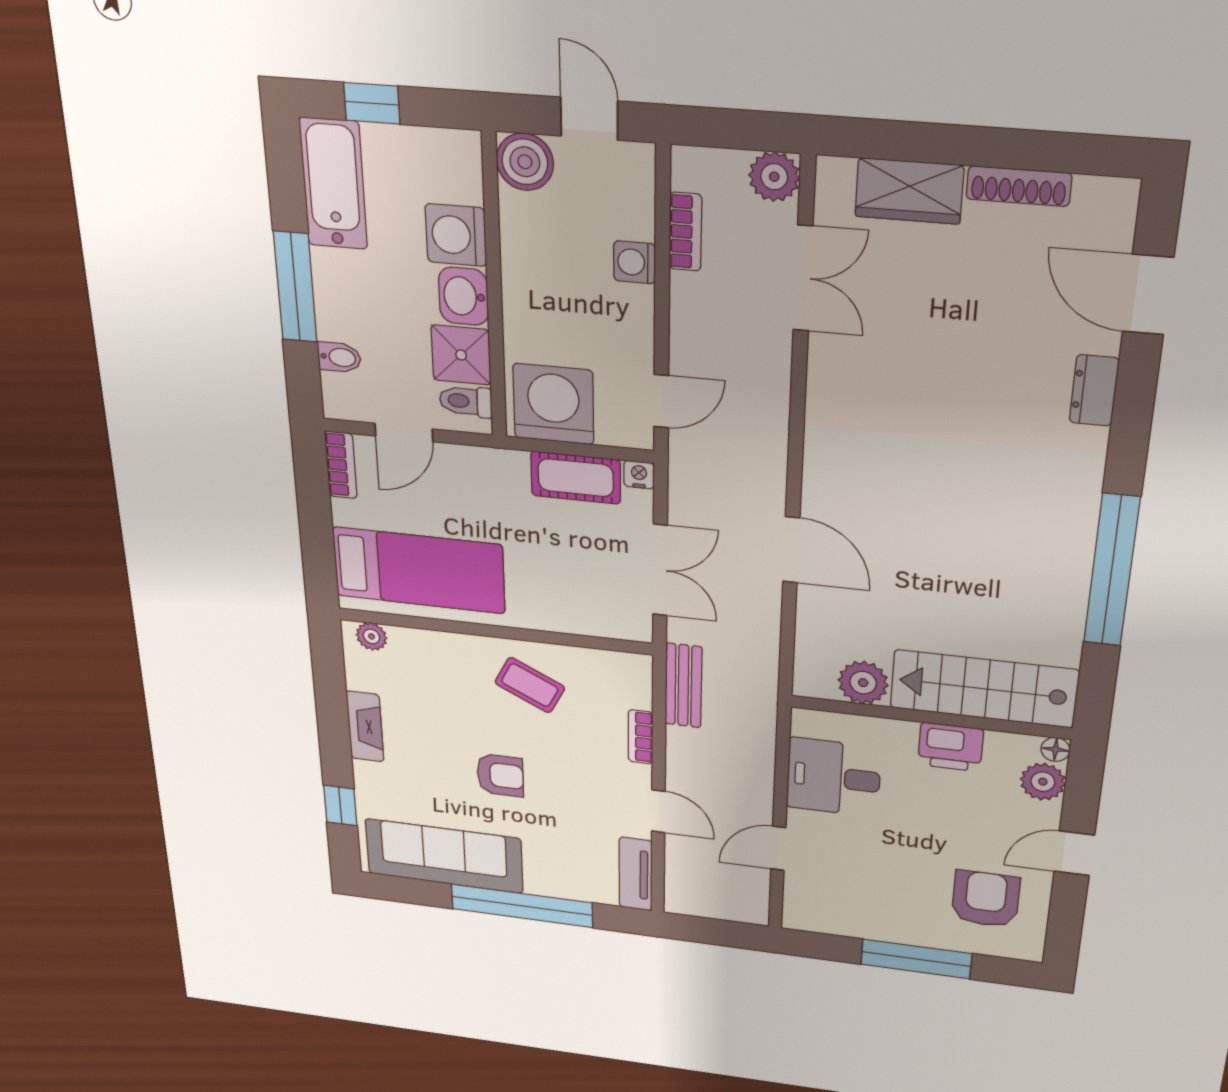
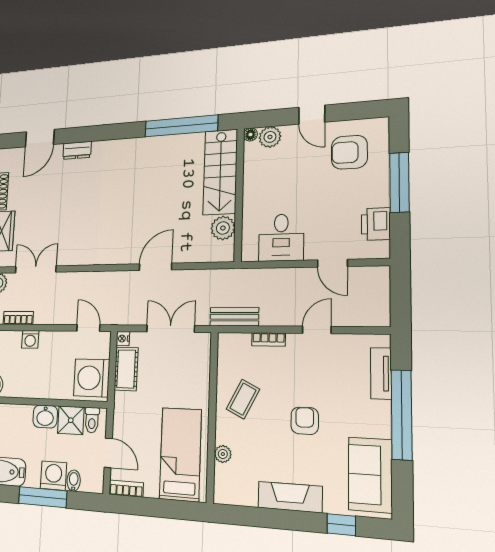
washing machine: (456, 235) -> (53, 476), moved, turned 180
window: (1112, 571) -> (181, 126), moved
plant: (371, 636) -> (223, 454), moved
fireplace: (365, 727) -> (290, 497), width x1.37, depth x1.32
printer: (951, 747) -> (376, 224), moved, turned 180
sofa: (444, 856) -> (370, 475), width x0.73
tv unit: (636, 874) -> (381, 373), moved, turned 90

